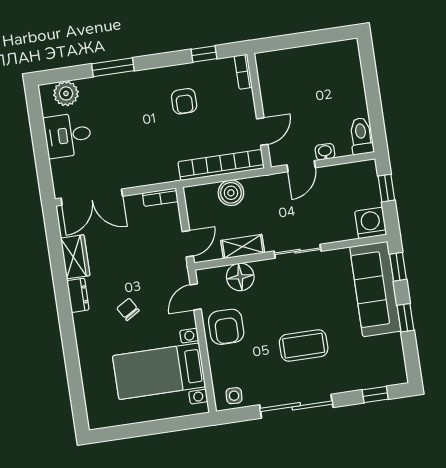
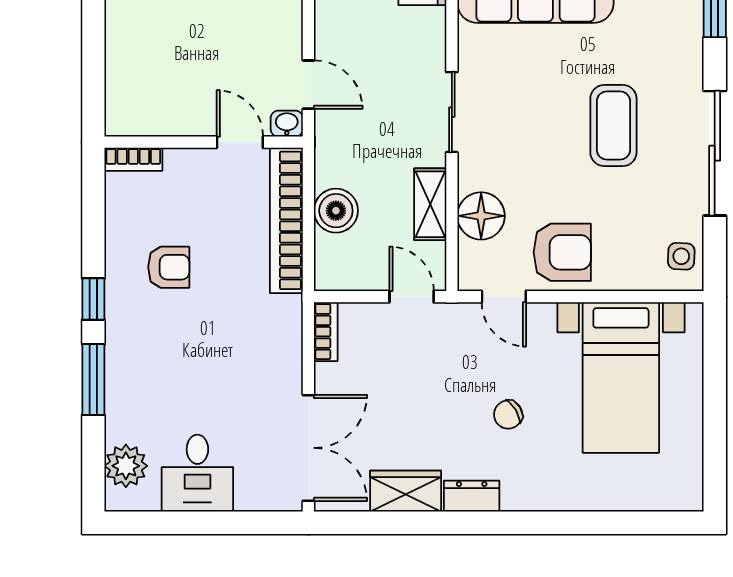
window: (204, 54) -> (93, 299), moved
washbasin: (325, 152) -> (287, 124), moved, turned 90

